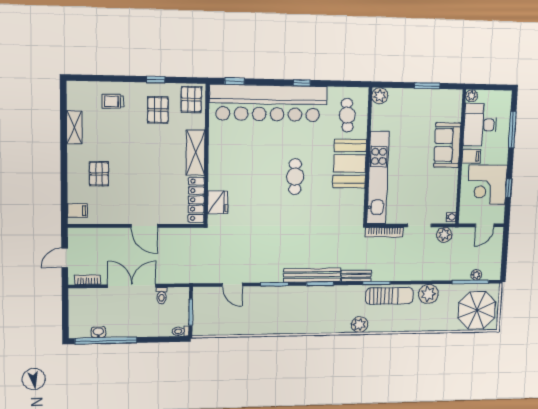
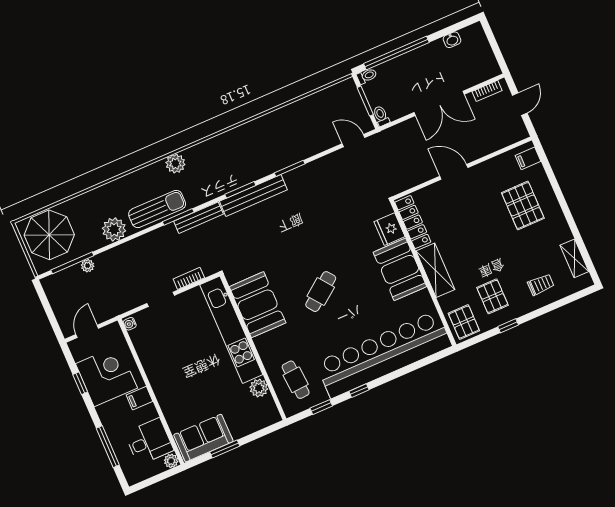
window: (235, 81) -> (321, 407), moved
plant: (380, 96) -> (259, 388), moved
desk: (480, 125) -> (149, 442), width x0.73
shelving: (74, 127) -> (574, 258), moved
sofa: (447, 145) -> (203, 438), moved, turned -90
booth: (350, 164) -> (258, 305), moved
booth: (224, 166) -> (400, 269), added
pallet: (99, 174) -> (523, 205), width x1.50, depth x1.42
cafe table: (295, 177) -> (321, 292), turned 53
bookcase: (384, 232) -> (189, 278), width x0.64
plant: (444, 235) -> (128, 301), removed
plant: (476, 275) -> (88, 266), moved
bench: (356, 276) -> (198, 218), width x1.36
door: (232, 285) -> (353, 141), moved
toilet: (162, 296) -> (381, 116), moved
sun lounger: (389, 296) -> (157, 209), turned 180
window: (106, 341) -> (396, 53), moved

